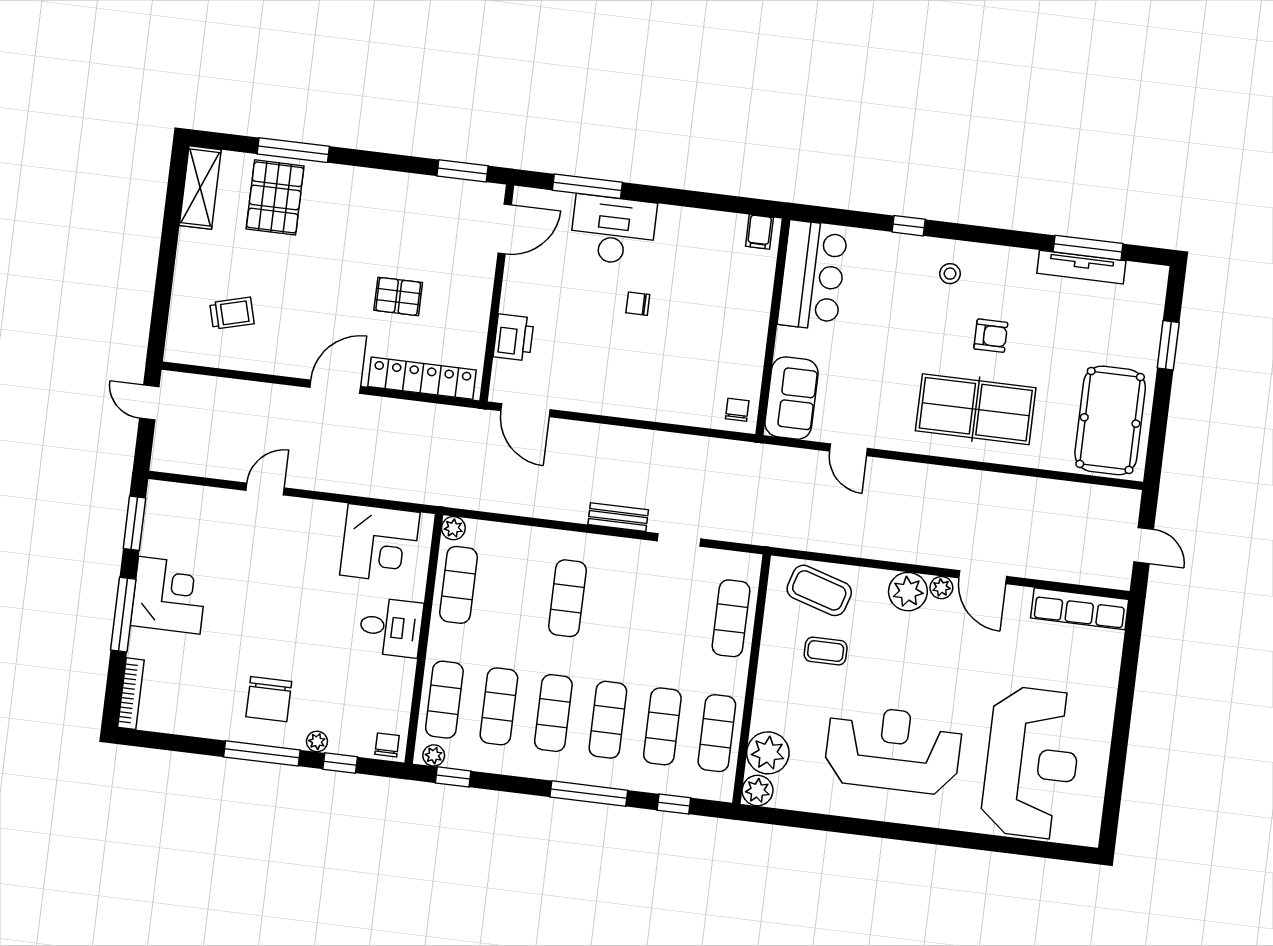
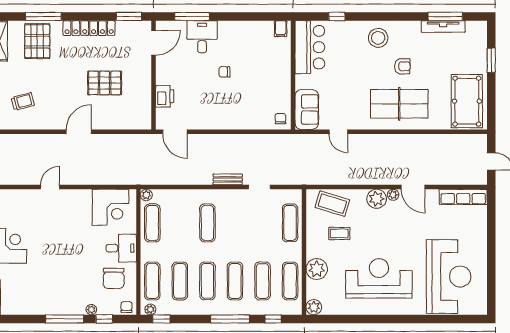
window: (909, 226) -> (337, 16), moved
desk: (613, 230) -> (202, 37), width x0.73
stool: (950, 274) -> (378, 38), width x1.89, depth x1.89
pallet: (398, 296) -> (105, 83), width x1.50, depth x1.42
locker: (422, 378) -> (89, 28), moved, turned 180
chair: (269, 699) -> (114, 278), moved
plant: (768, 753) -> (317, 269), moved

